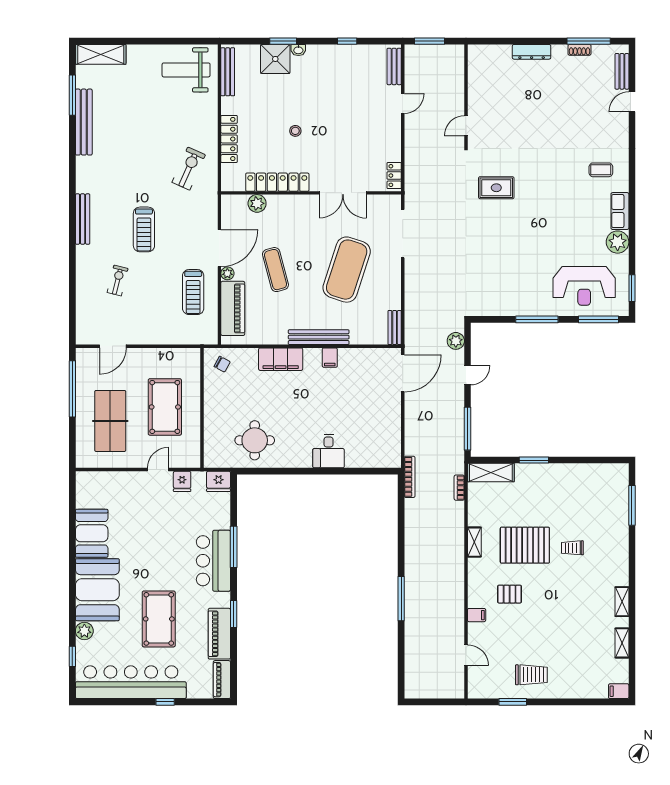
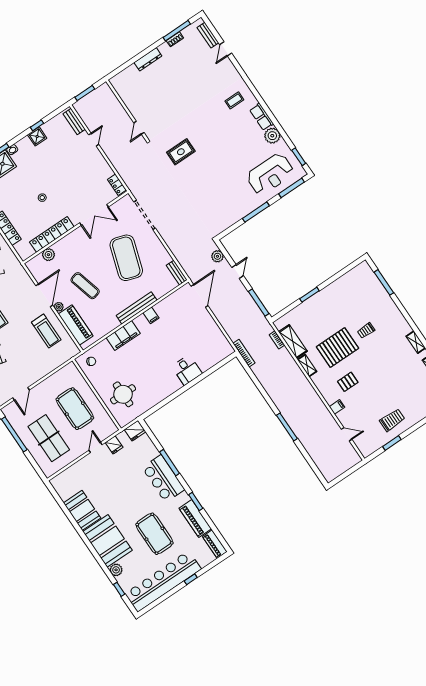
shower: (338, 54) -> (37, 136), added
round table: (255, 440) -> (123, 394), moved
shelving: (491, 473) -> (293, 342), moved, turned 90

